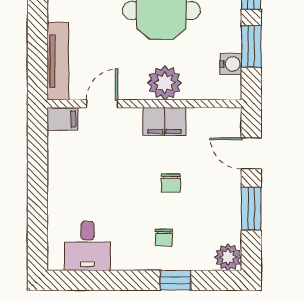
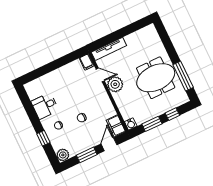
water cooler: (231, 64) -> (131, 124), moved
plant: (165, 83) -> (115, 84), moved
filing cabinet: (164, 122) -> (116, 126), moved
desk: (87, 246) -> (45, 106), moved

